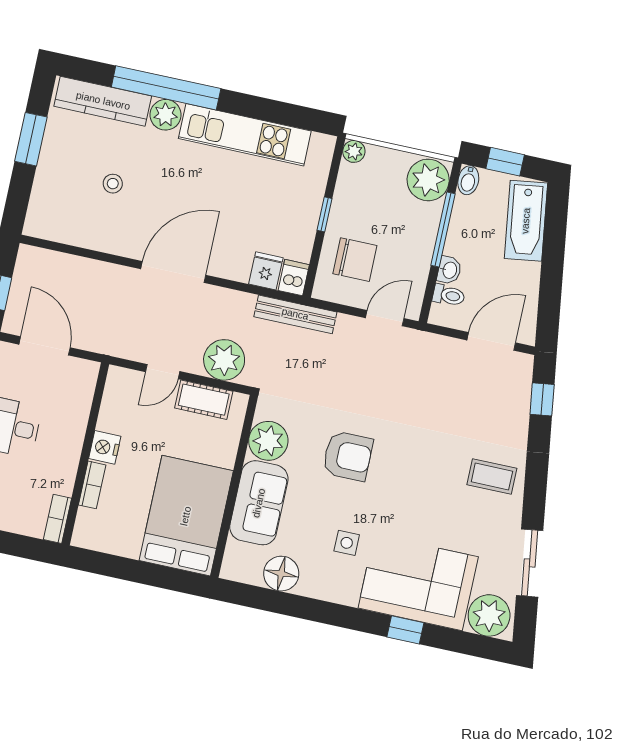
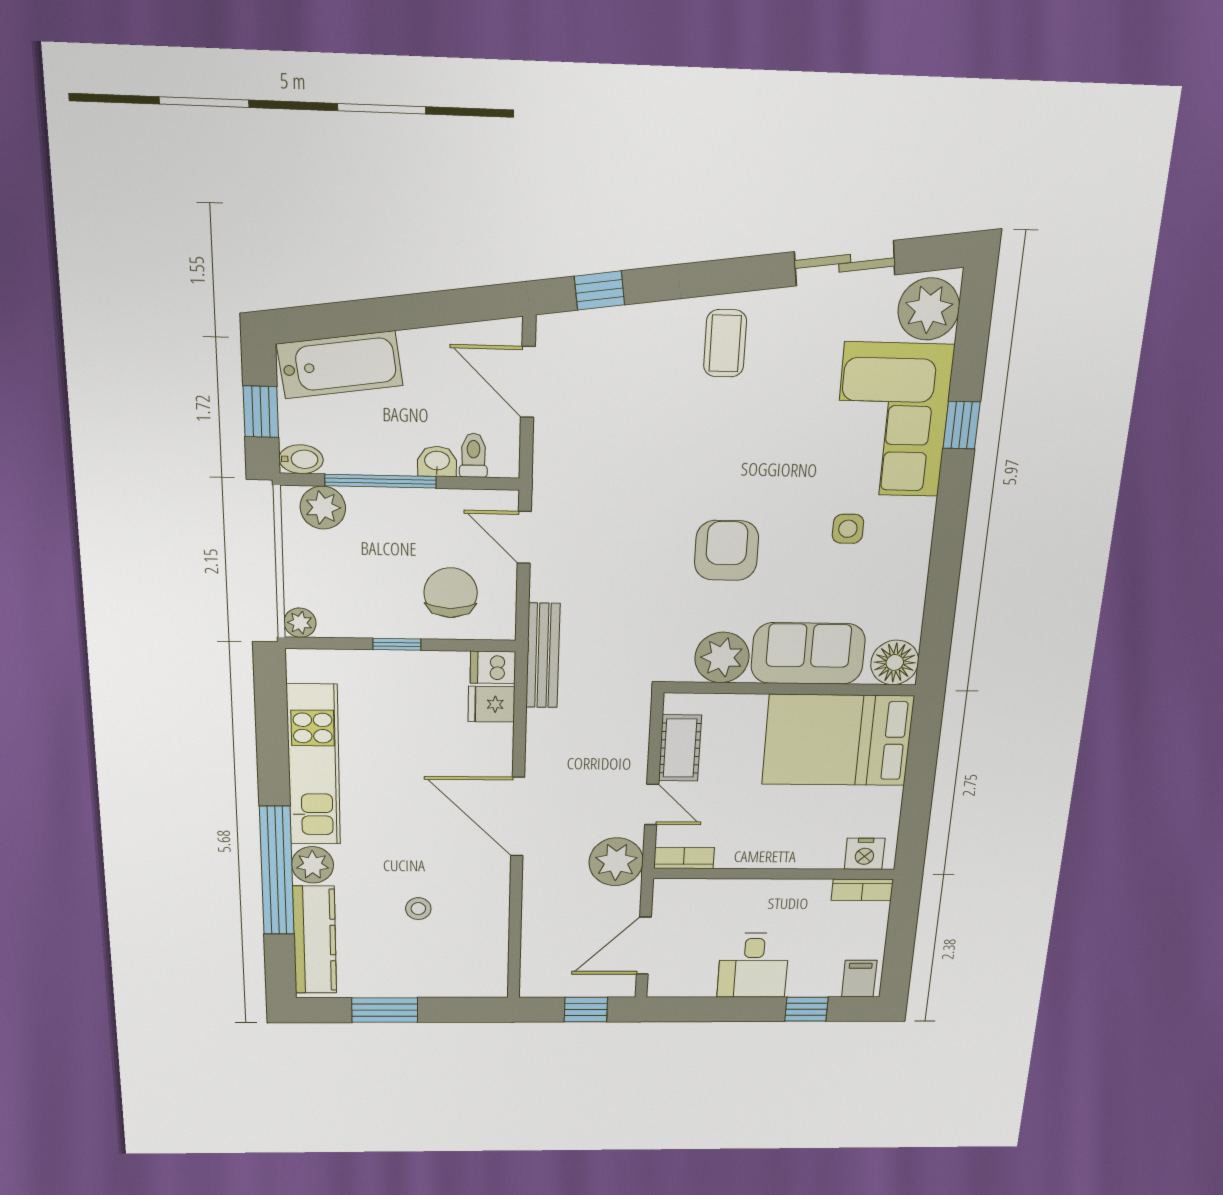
plant: (428, 180) -> (323, 508), width x0.73, depth x0.73
plant: (224, 360) -> (616, 862), moved
nightstand: (105, 447) -> (865, 854), moved
bookcase: (92, 485) -> (684, 858), moved
floor lamp: (281, 574) -> (895, 662), moved

